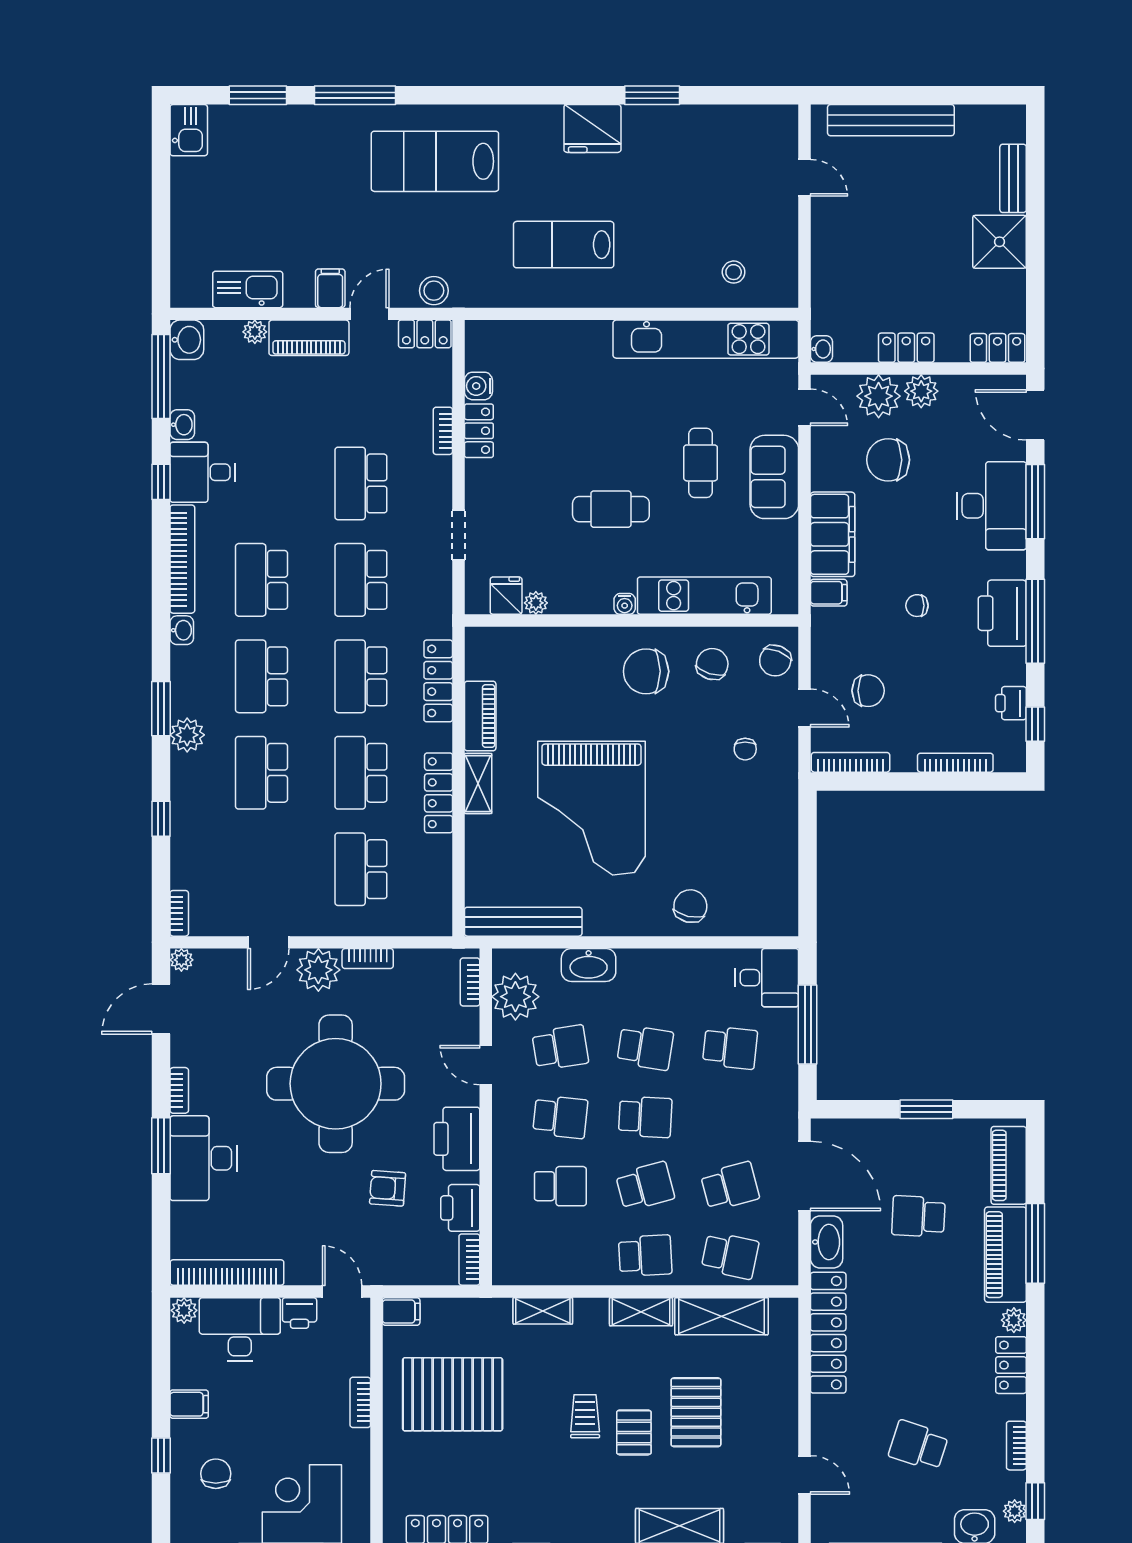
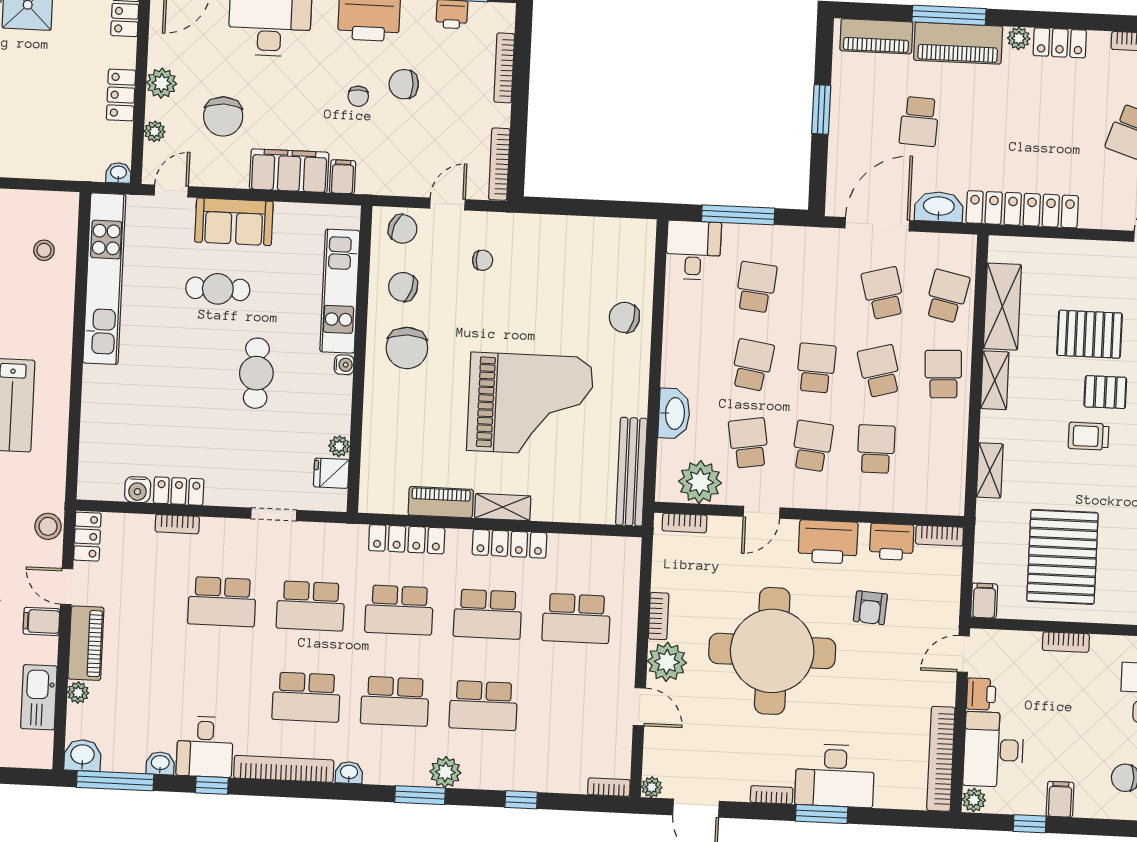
plant: (879, 396) -> (155, 131), width x0.53, depth x0.53
chair: (868, 691) -> (404, 84), moved, turned -90
window: (161, 1455) -> (1030, 824), moved

